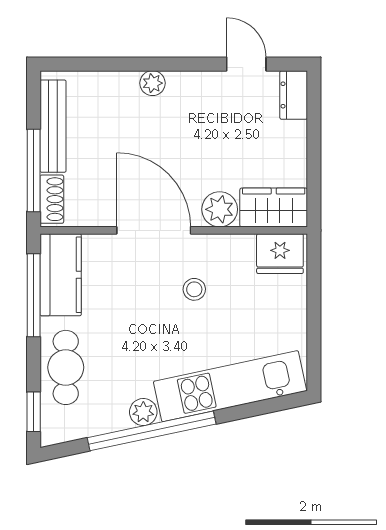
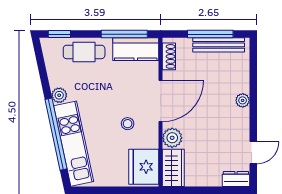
window: (34, 170) -> (210, 34), moved
shoe rack: (52, 199) -> (169, 56), moved, turned -90
fridge: (280, 254) -> (144, 167), width x1.36, depth x1.34
window: (152, 431) -> (56, 134), moved

